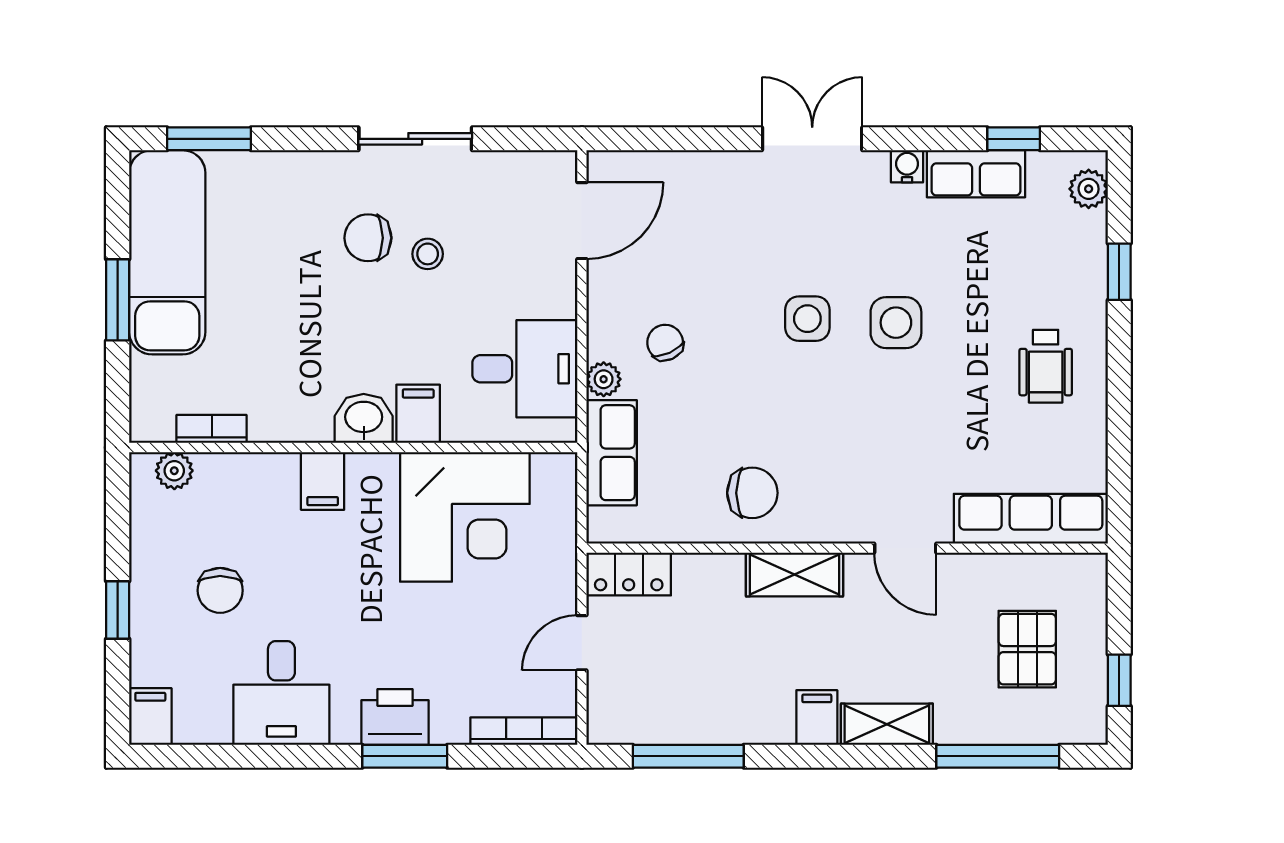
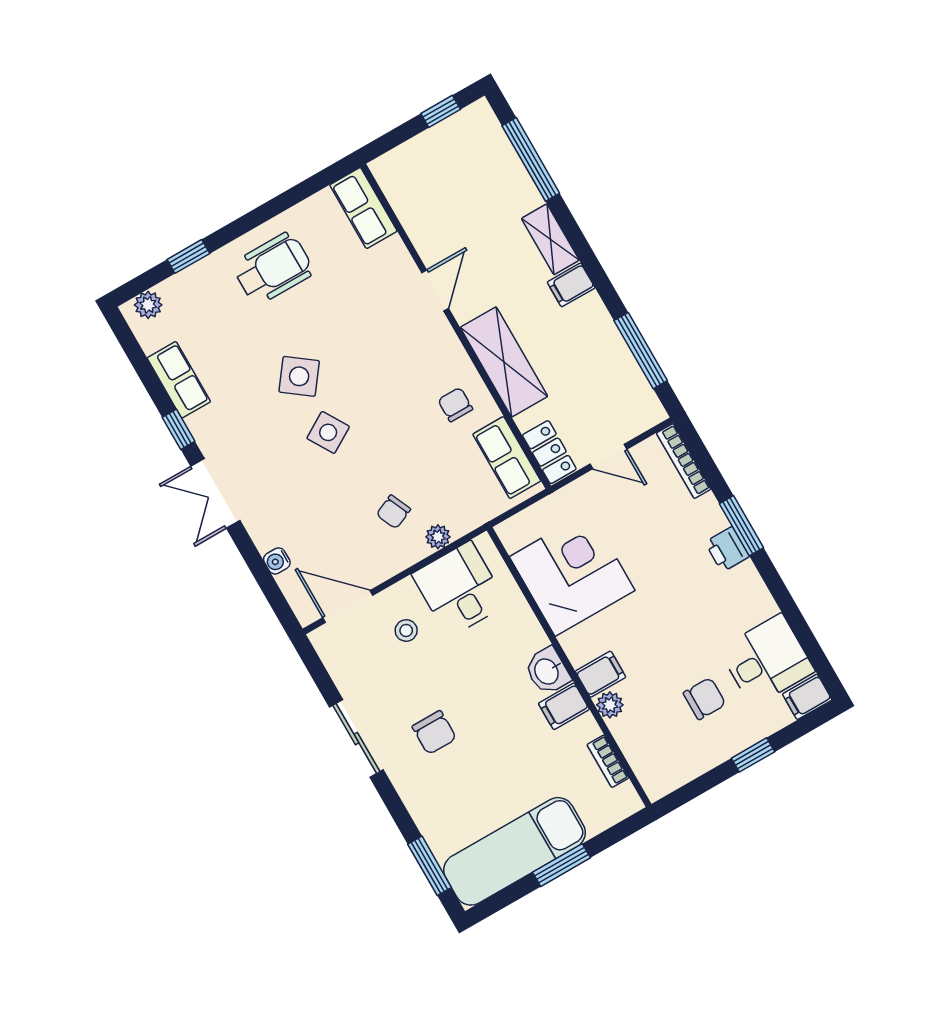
window: (1014, 139) -> (179, 429), moved
water cooler: (907, 166) -> (277, 561), moved
stool: (428, 254) -> (406, 630), moved
side table: (807, 319) -> (328, 432), turned -31
side table: (896, 323) -> (299, 376), turned 37
wheelchair: (1046, 366) -> (273, 268), width x1.36, depth x1.37
filing cabinet: (418, 414) -> (564, 706), moved
row of seats: (612, 453) -> (507, 458), moved, turned -90
plant: (174, 471) -> (610, 705), moved
chair: (752, 493) -> (455, 405), width x0.73, depth x0.73
row of seats: (1031, 519) -> (363, 208), width x0.68
shelving: (794, 575) -> (504, 362), width x1.50, depth x1.33
pallet: (1027, 649) -> (454, 179), removed
desk: (281, 693) -> (767, 660), moved
printer: (395, 717) -> (727, 549), width x0.73, depth x0.81

